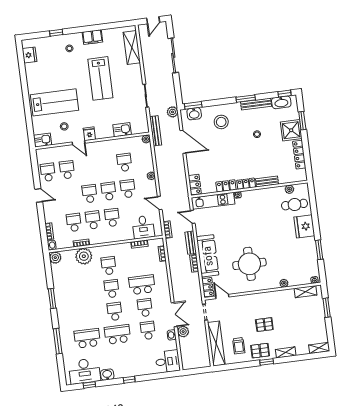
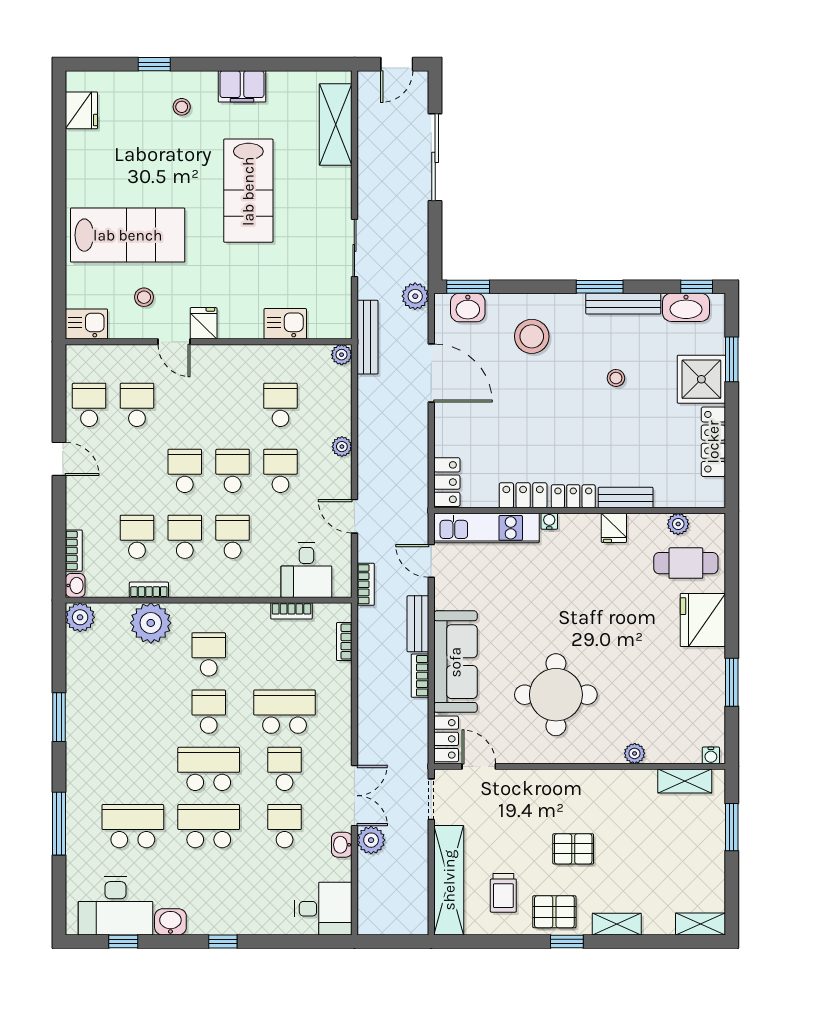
fridge: (264, 194) -> (614, 528), added
school desk: (115, 312) -> (209, 769), width x1.85

